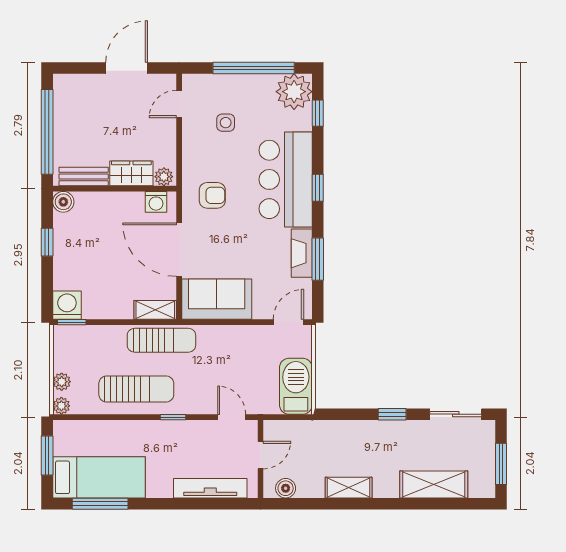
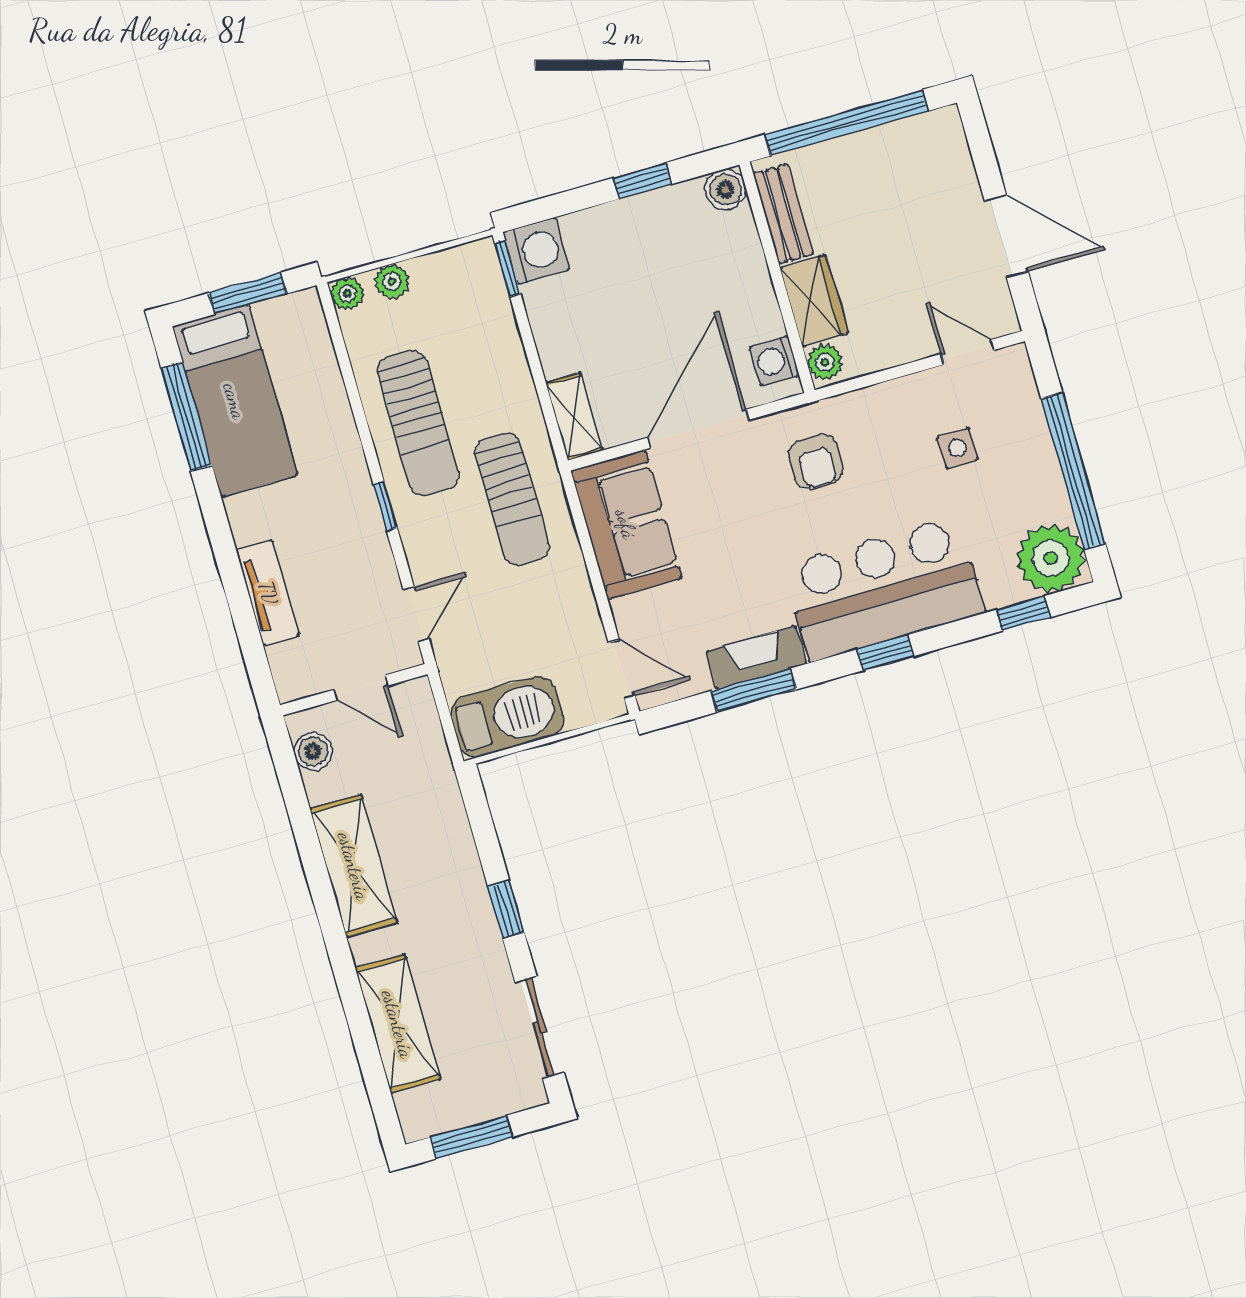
sun lounger: (161, 340) -> (512, 499), moved
tv unit: (210, 488) -> (268, 593), width x0.71
shelving: (349, 488) -> (354, 866), width x1.50, depth x1.33

